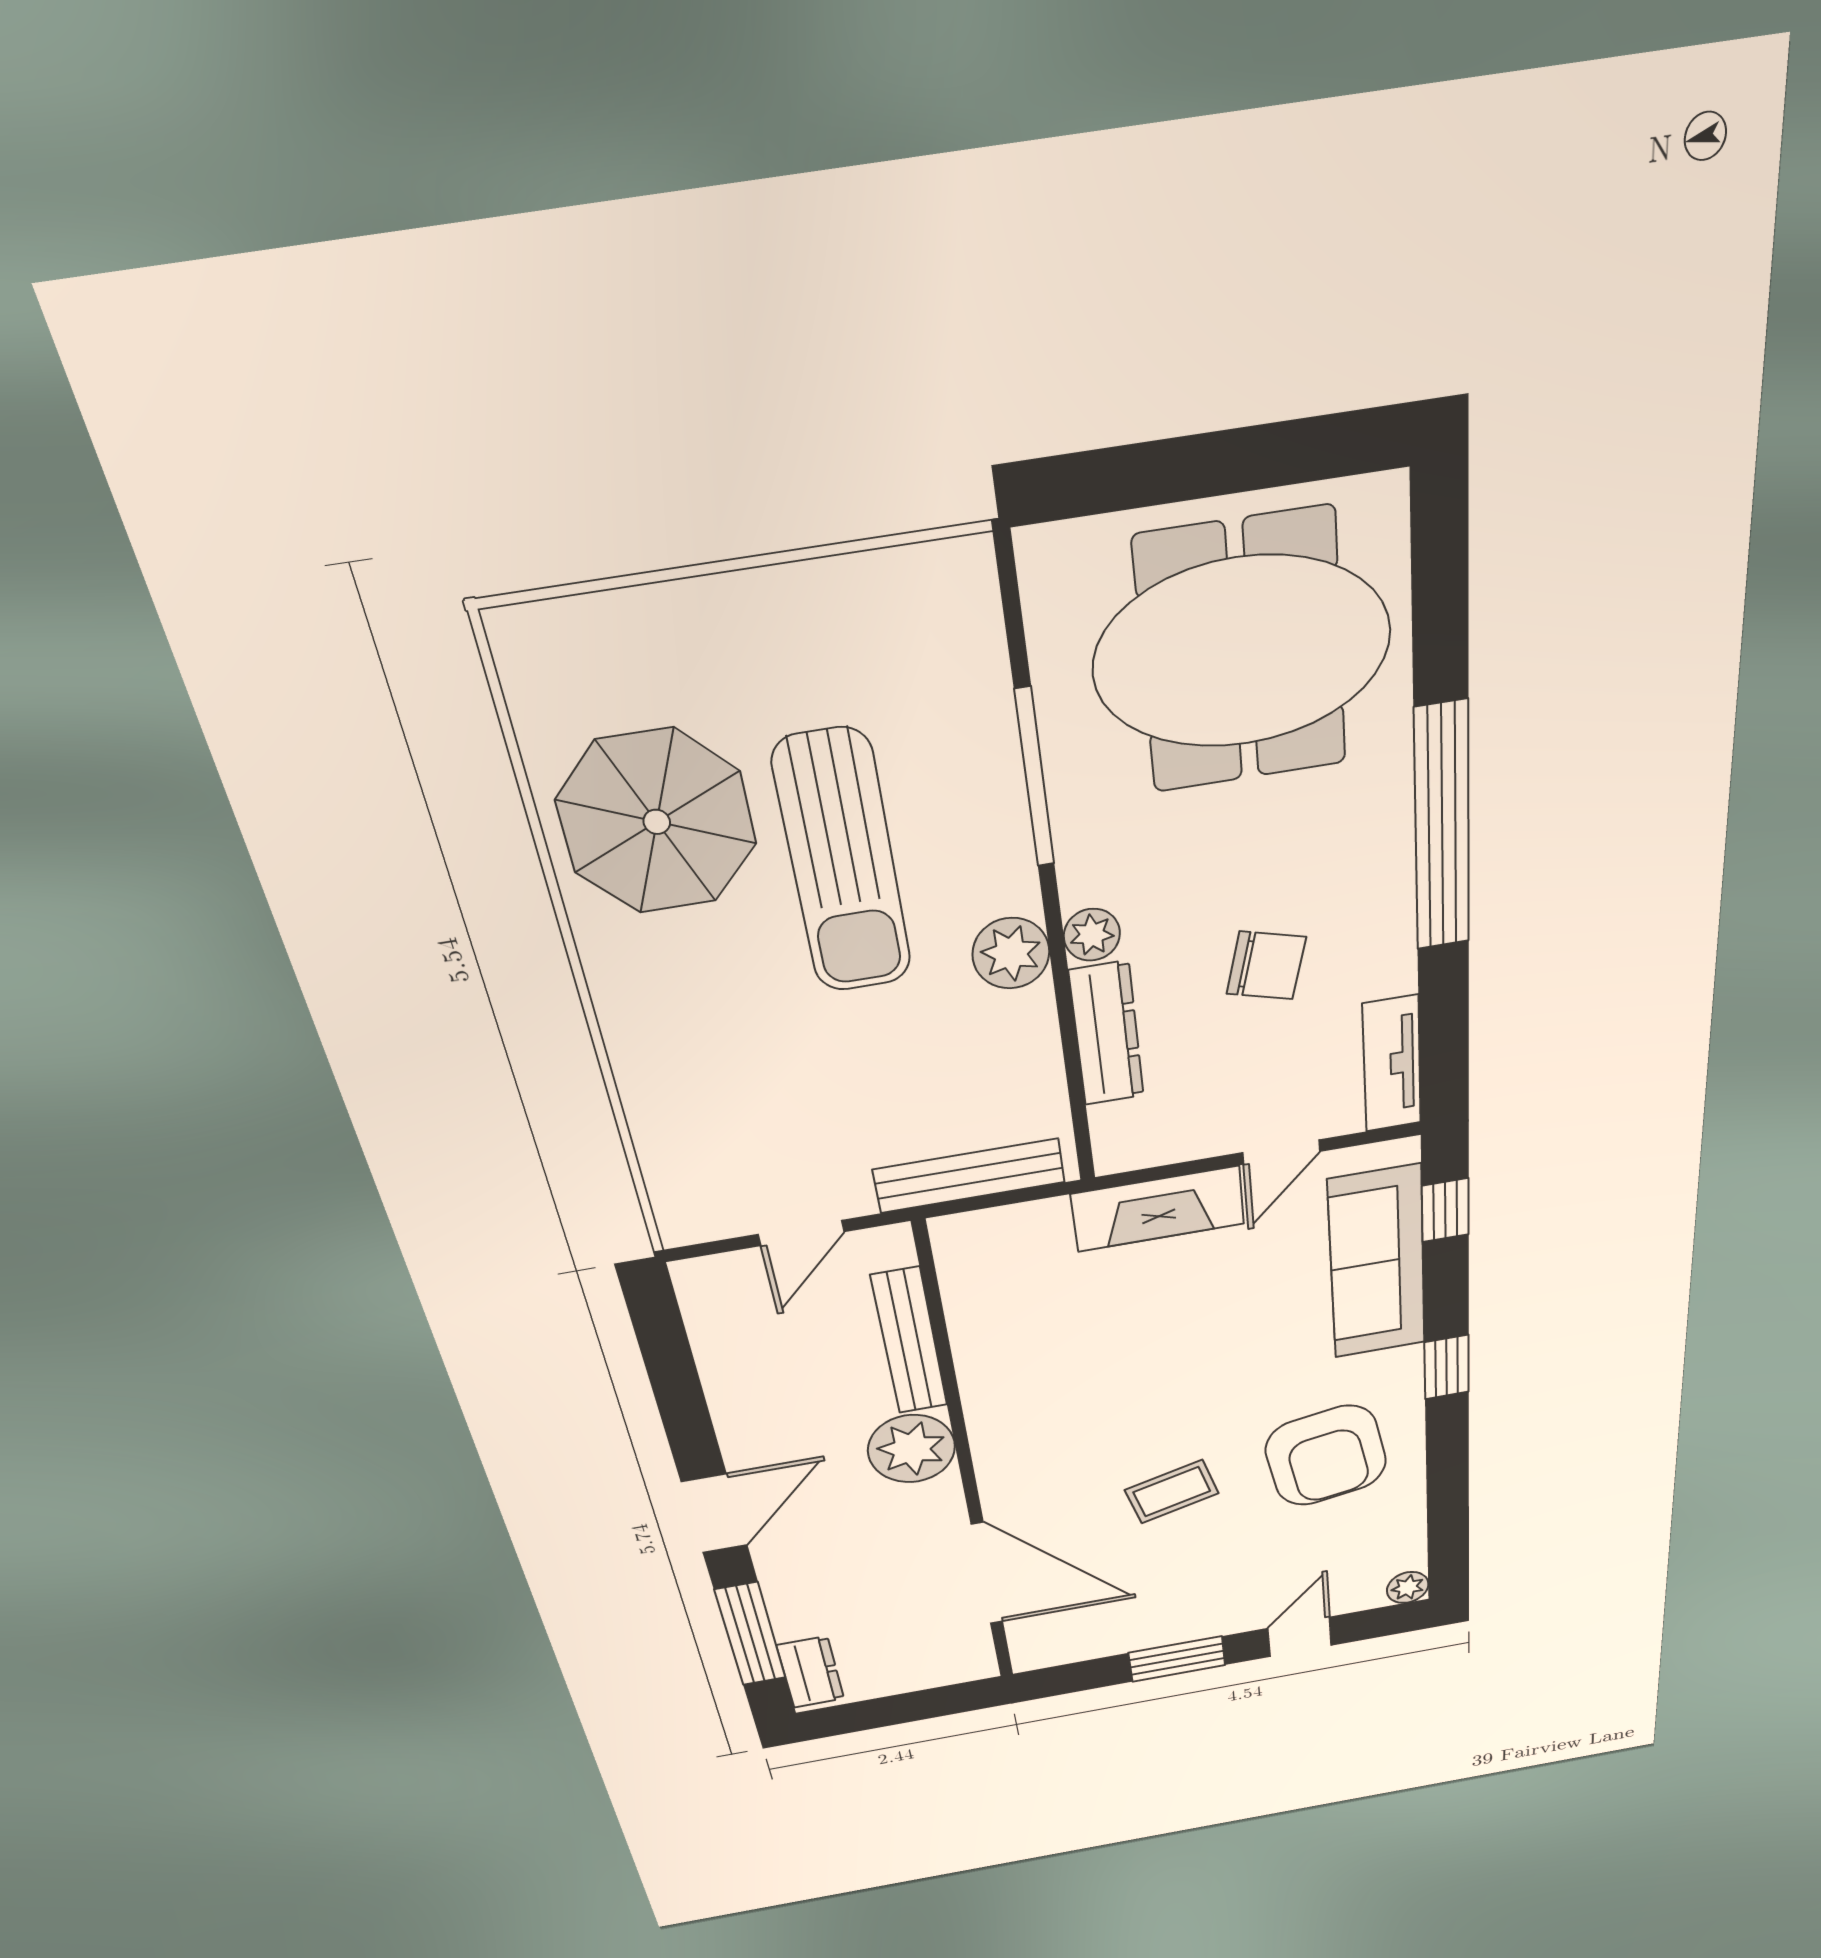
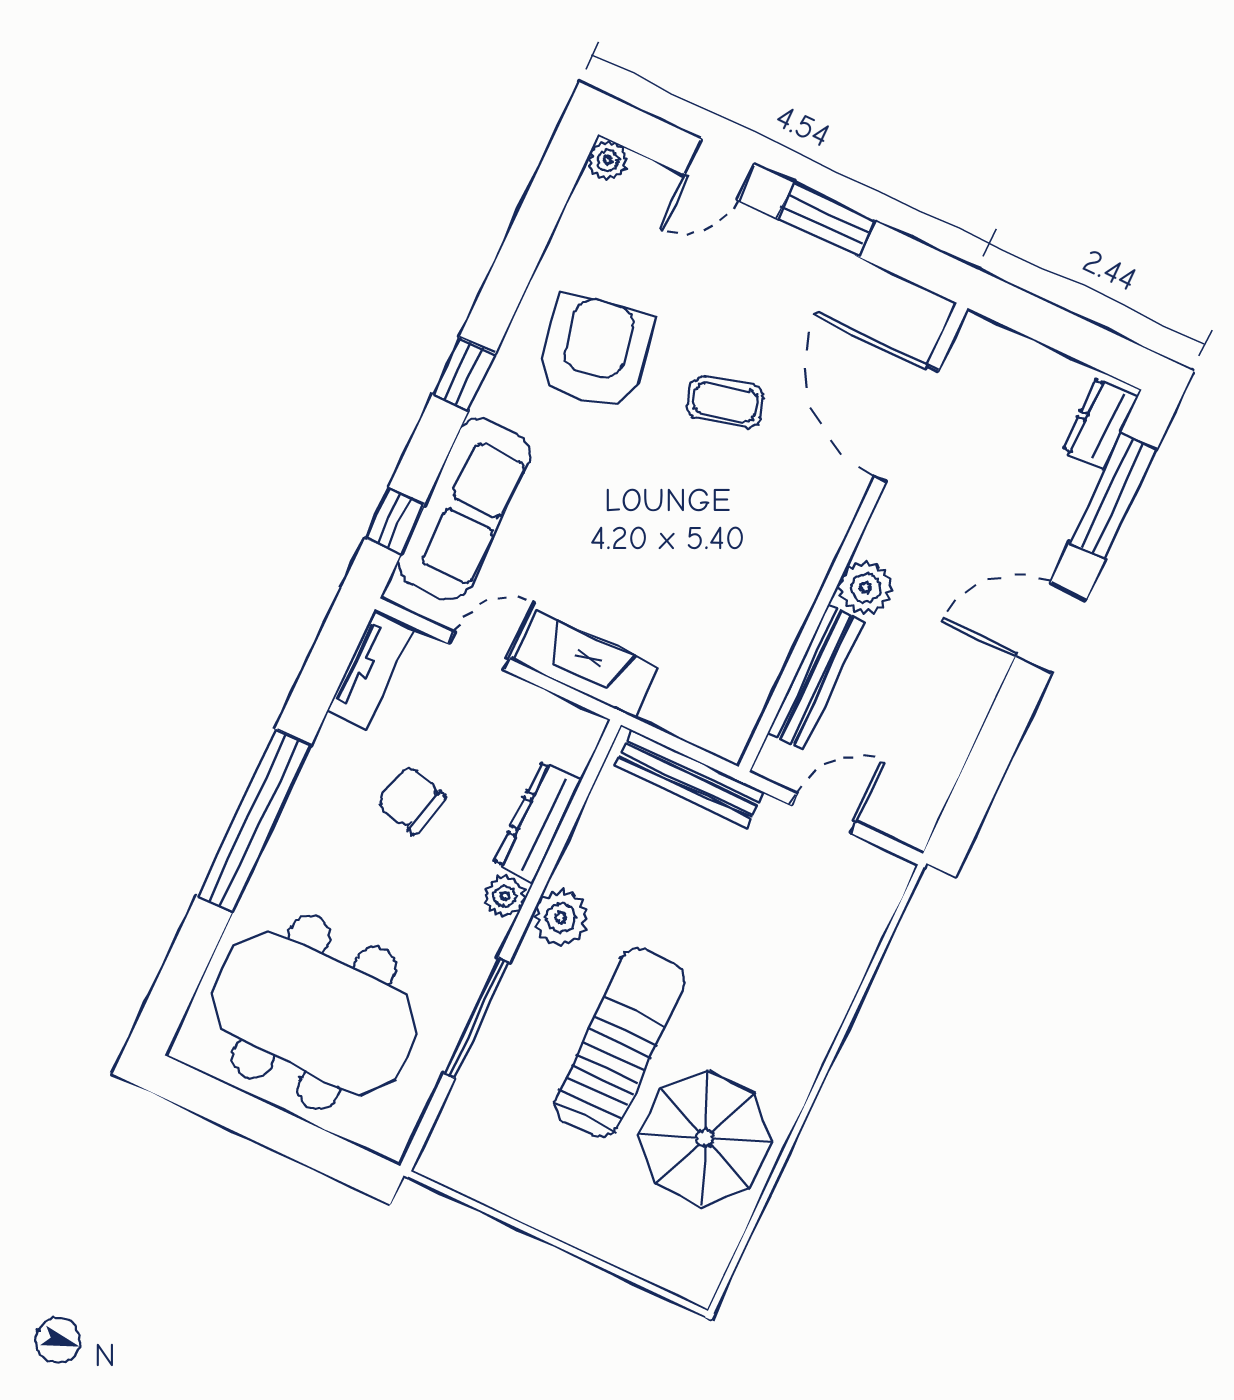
plant: (911, 1449) -> (866, 588), width x0.73, depth x0.73

